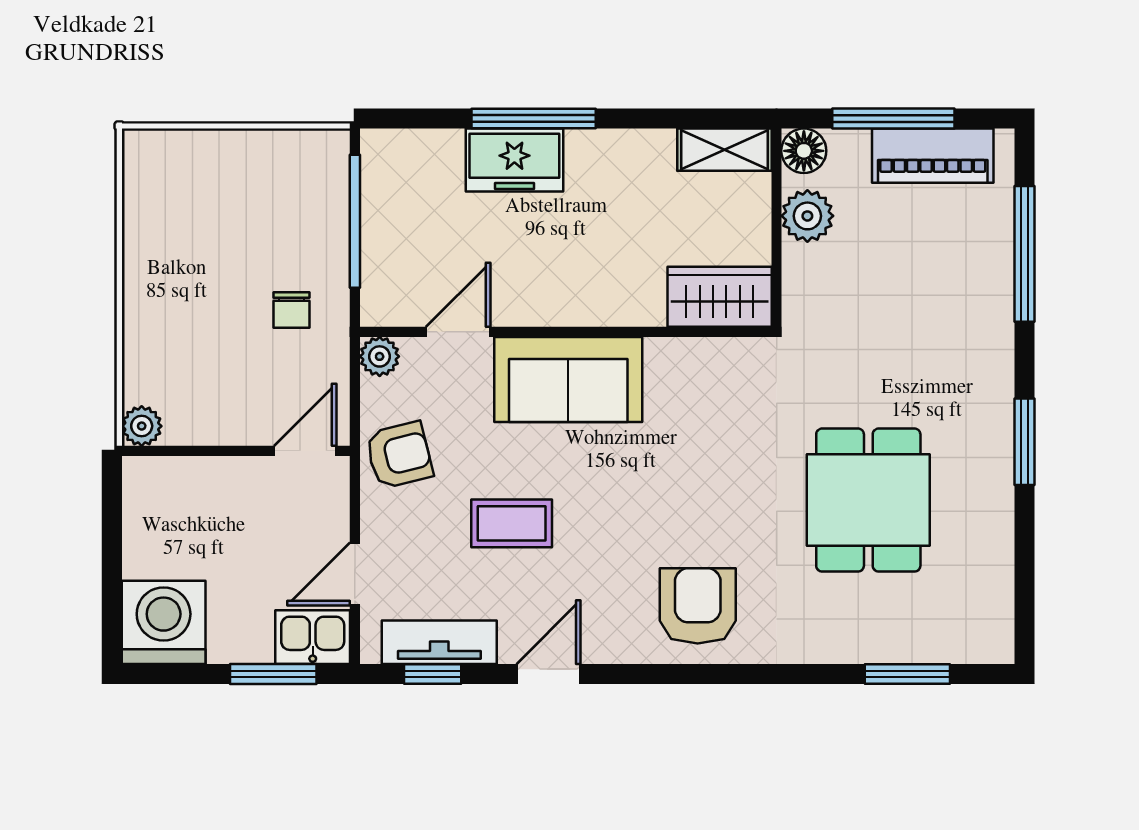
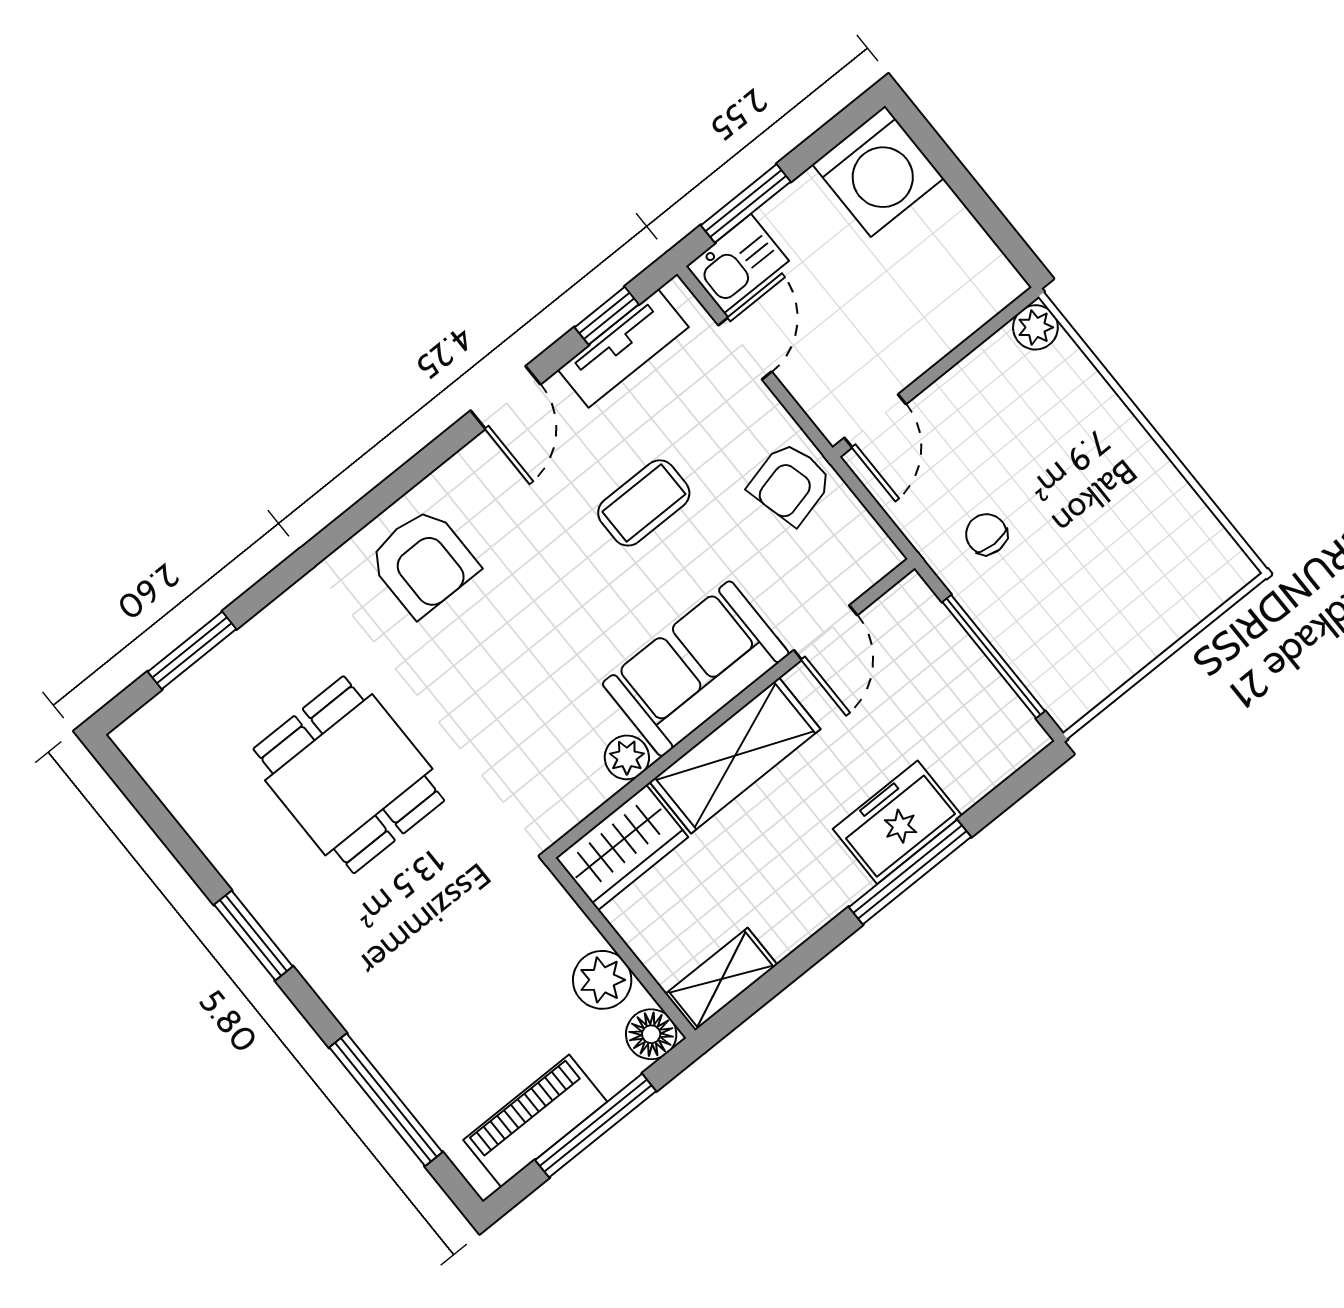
shelving: (590, 297) -> (735, 755), added
plant: (380, 356) -> (627, 757), moved

